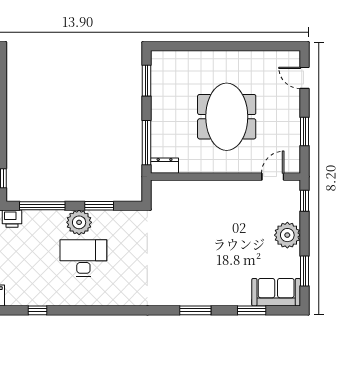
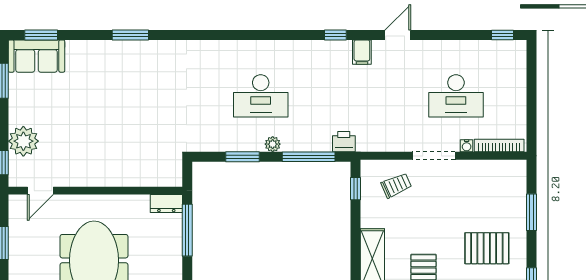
plant: (79, 222) -> (273, 144), width x0.53, depth x0.53
plant: (287, 235) -> (23, 141), moved
window: (38, 310) -> (335, 35), moved
window: (252, 310) -> (41, 35), moved

